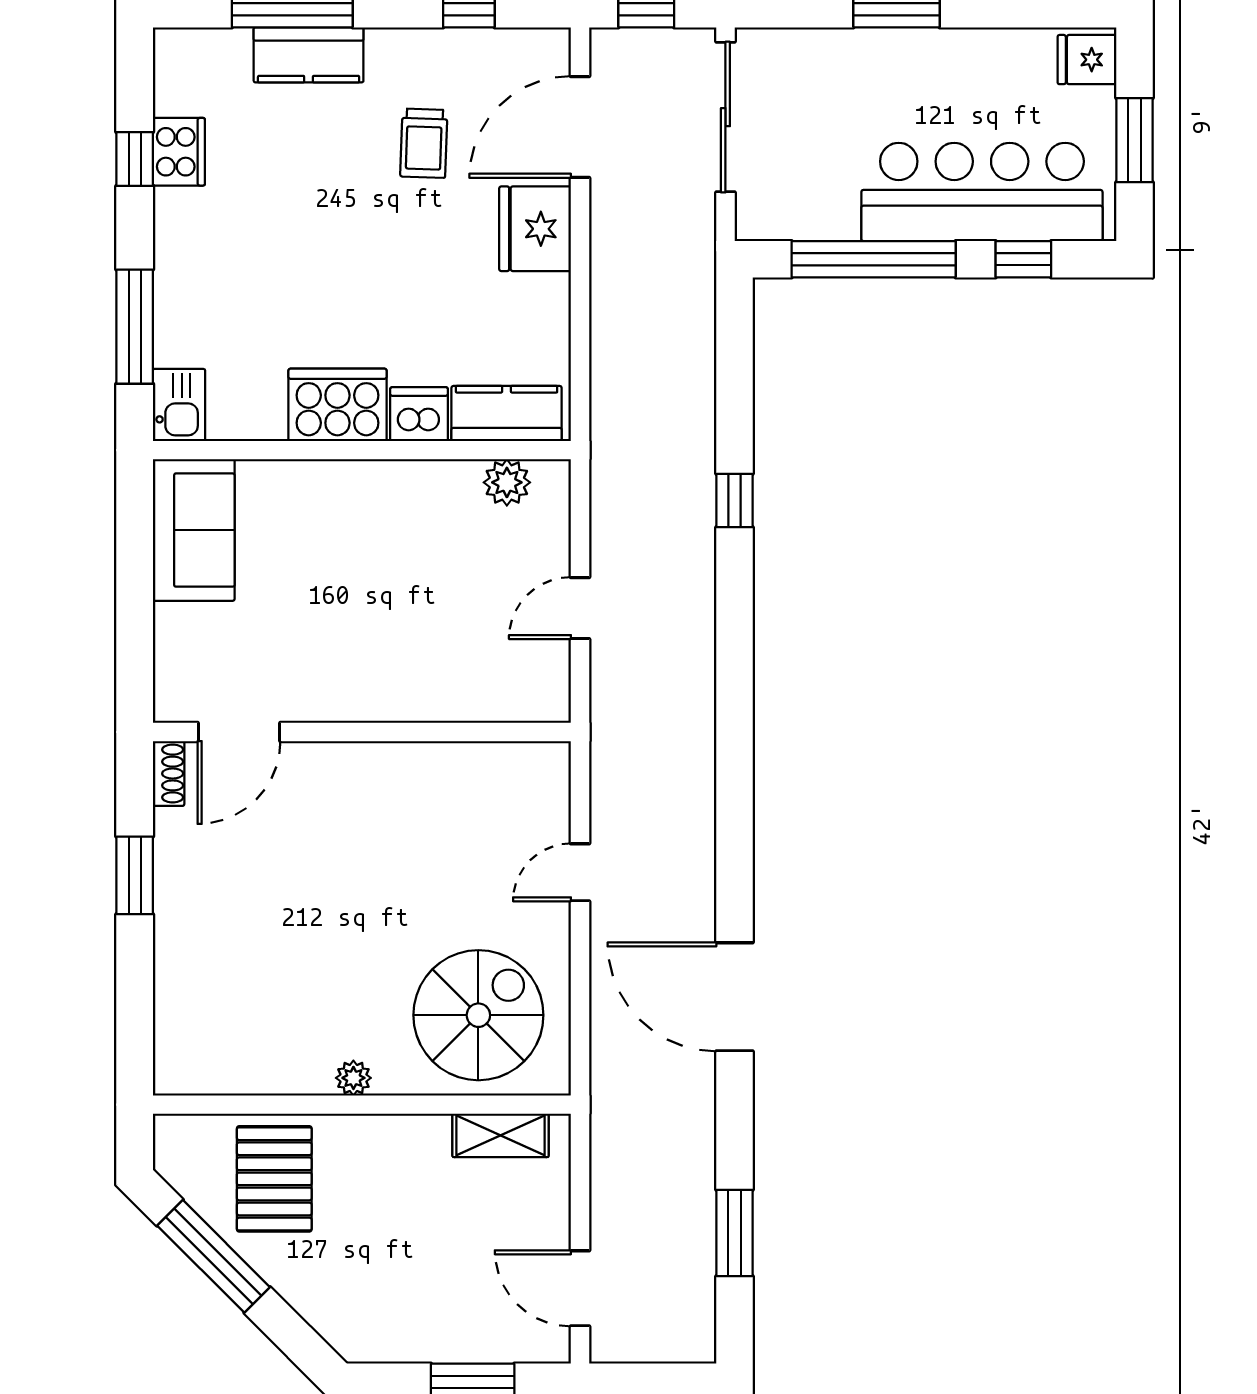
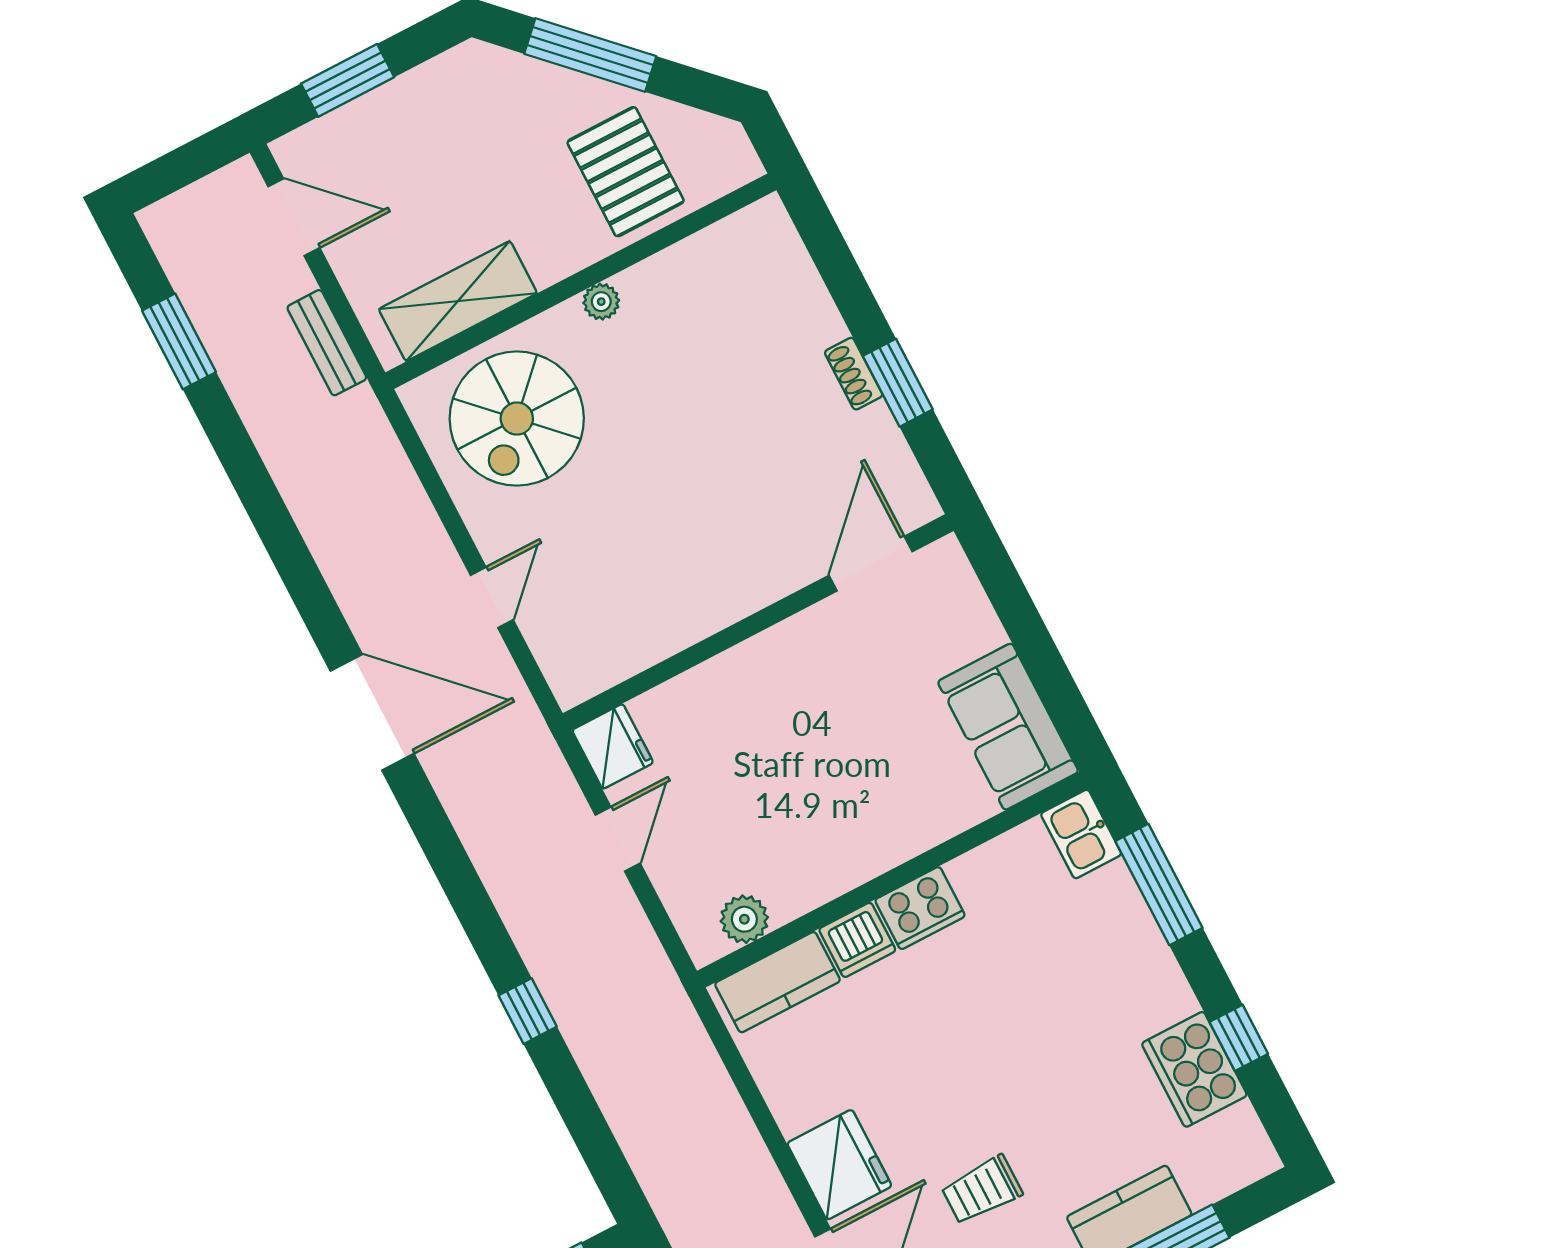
trolley: (424, 143) -> (982, 1190), turned -92
cooker: (179, 152) -> (1194, 1069), width x1.37, depth x1.31
cooker: (337, 405) -> (920, 908), width x0.73, depth x0.76
fridge: (543, 690) -> (613, 746), added
shoe rack: (169, 774) -> (854, 374), moved
door: (735, 997) -> (372, 712), moved
shelving: (501, 1135) -> (458, 301), width x1.50, depth x1.33
bench: (608, 1166) -> (327, 343), added
window: (214, 1256) -> (590, 55), moved

